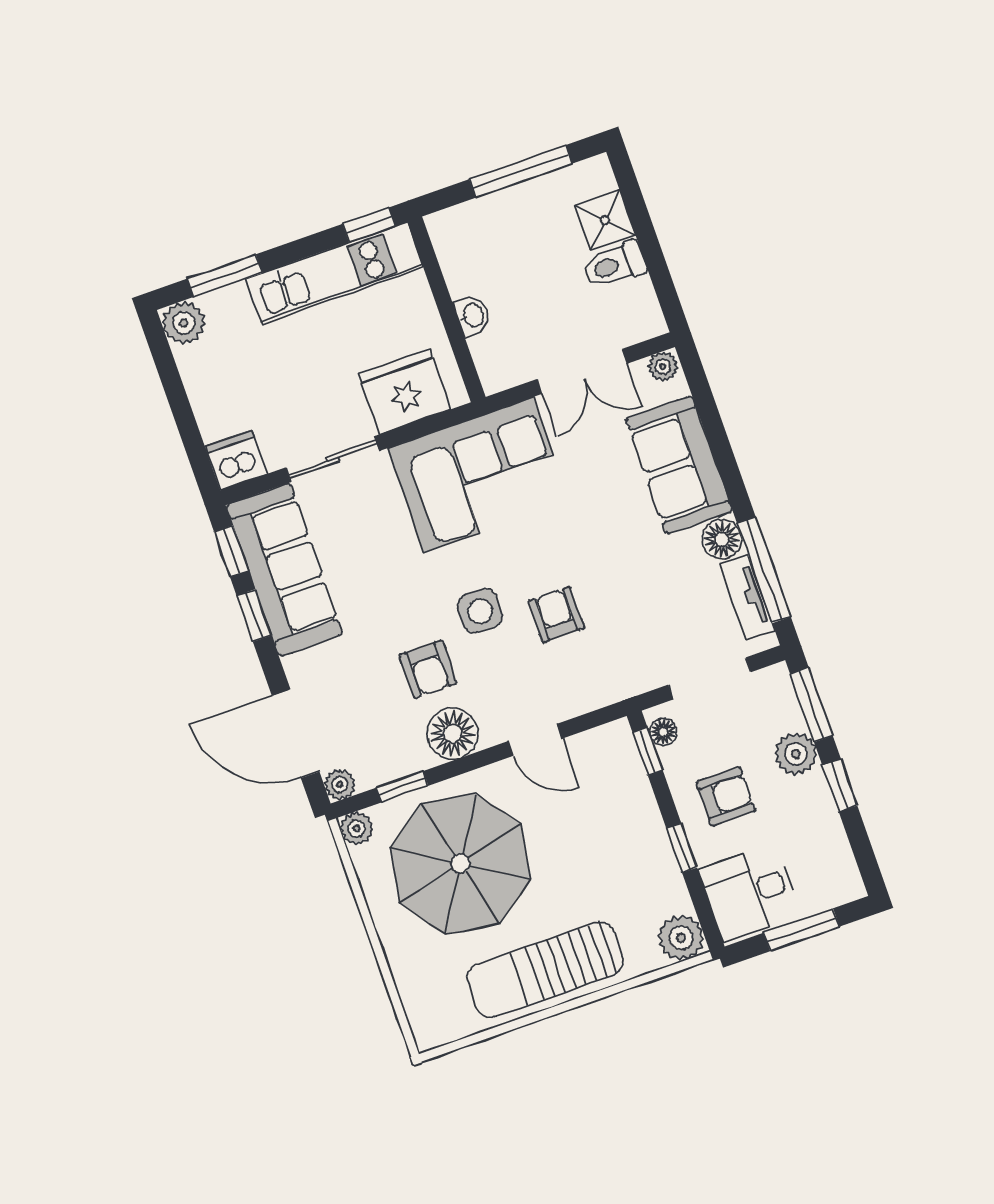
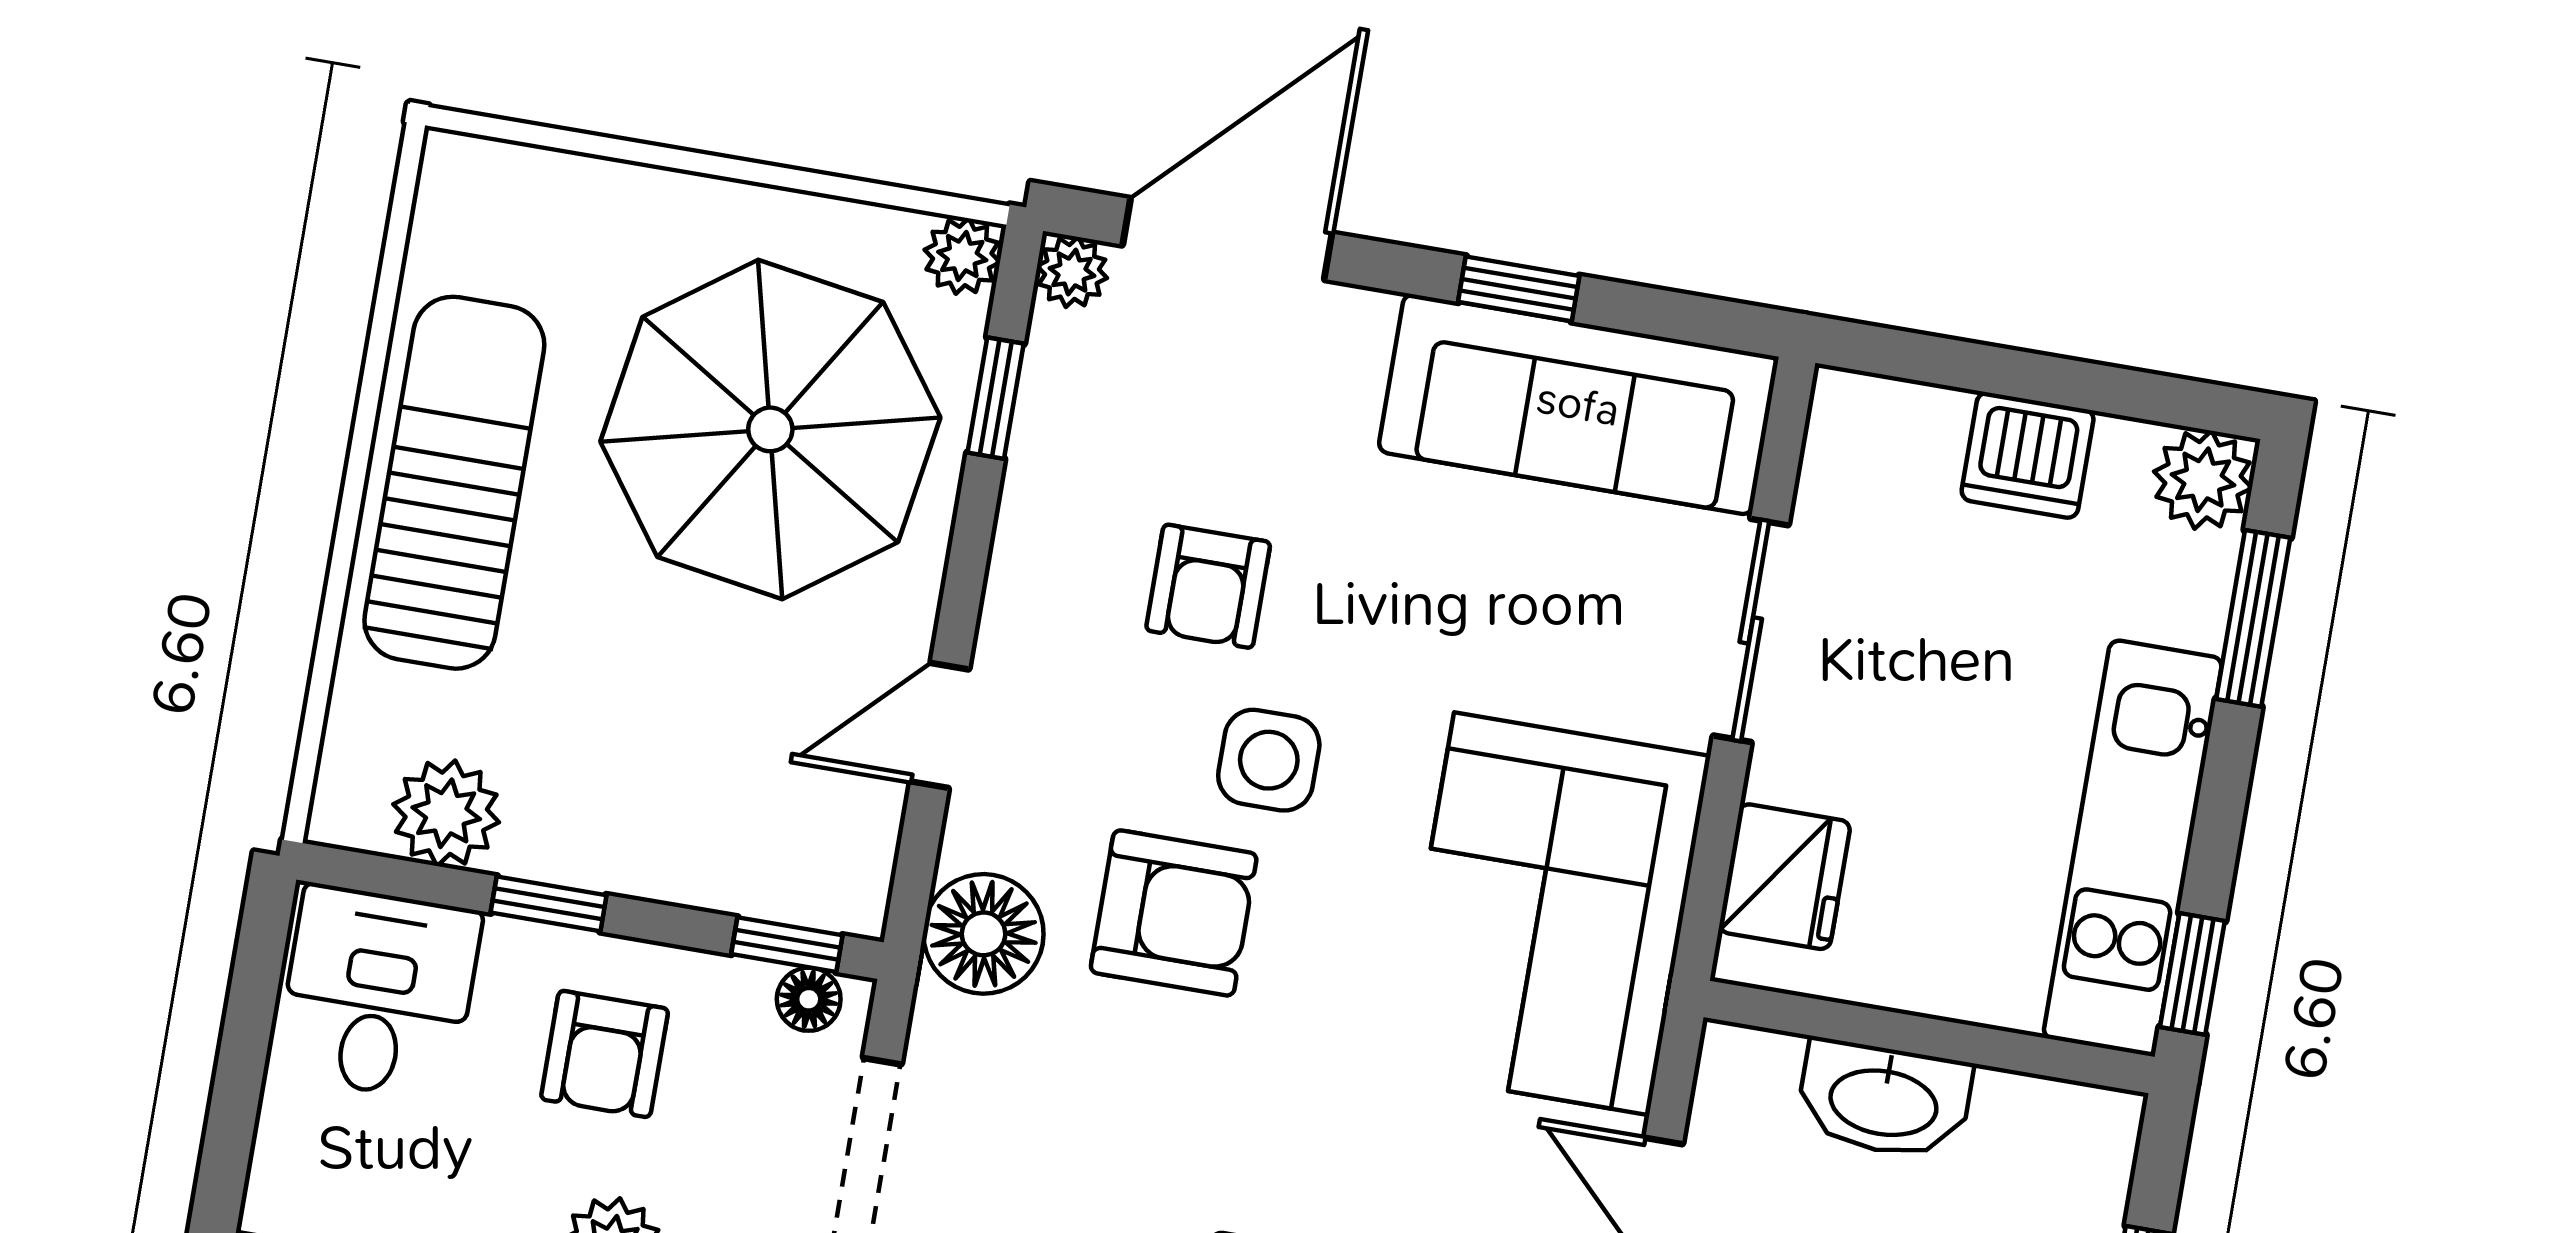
washbasin: (473, 315) -> (1884, 1100), width x1.91, depth x1.45
fridge: (405, 392) -> (1785, 877), width x0.73, depth x0.75
dishwasher: (236, 460) -> (2028, 455), moved, turned 90
window: (231, 551) -> (1677, 316), removed
armchair: (556, 615) -> (1174, 913), width x1.38, depth x1.38
armchair: (428, 669) -> (1208, 586), turned -90
floor lamp: (453, 734) -> (984, 934), moved
window: (802, 930) -> (242, 1057), removed
plant: (681, 938) -> (446, 813), moved

